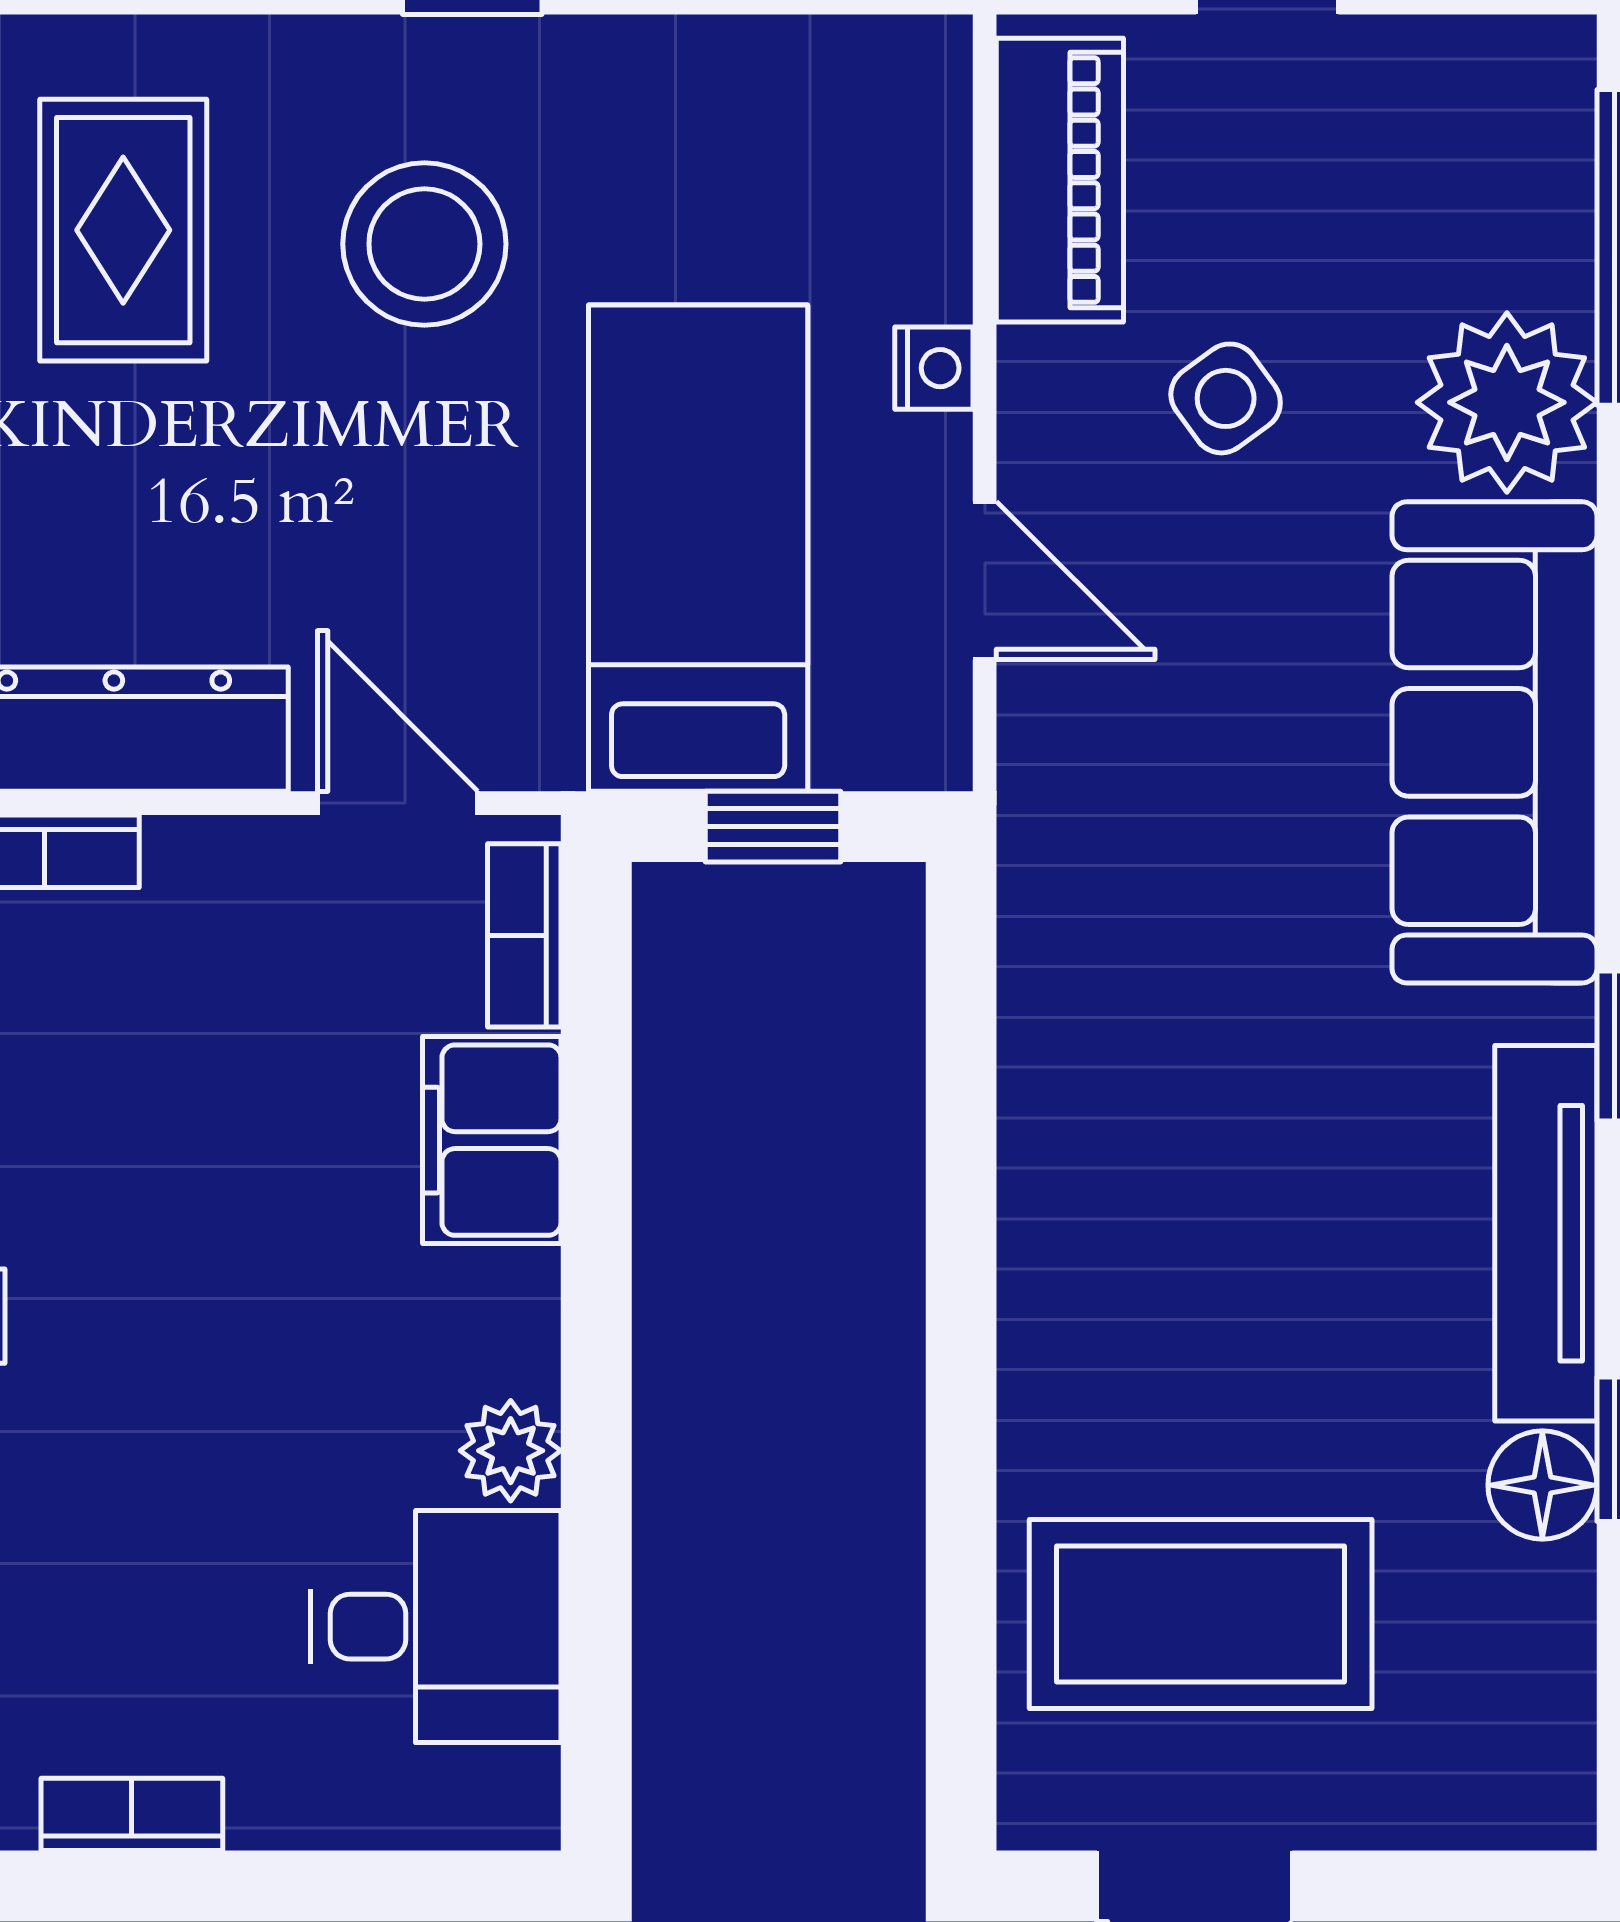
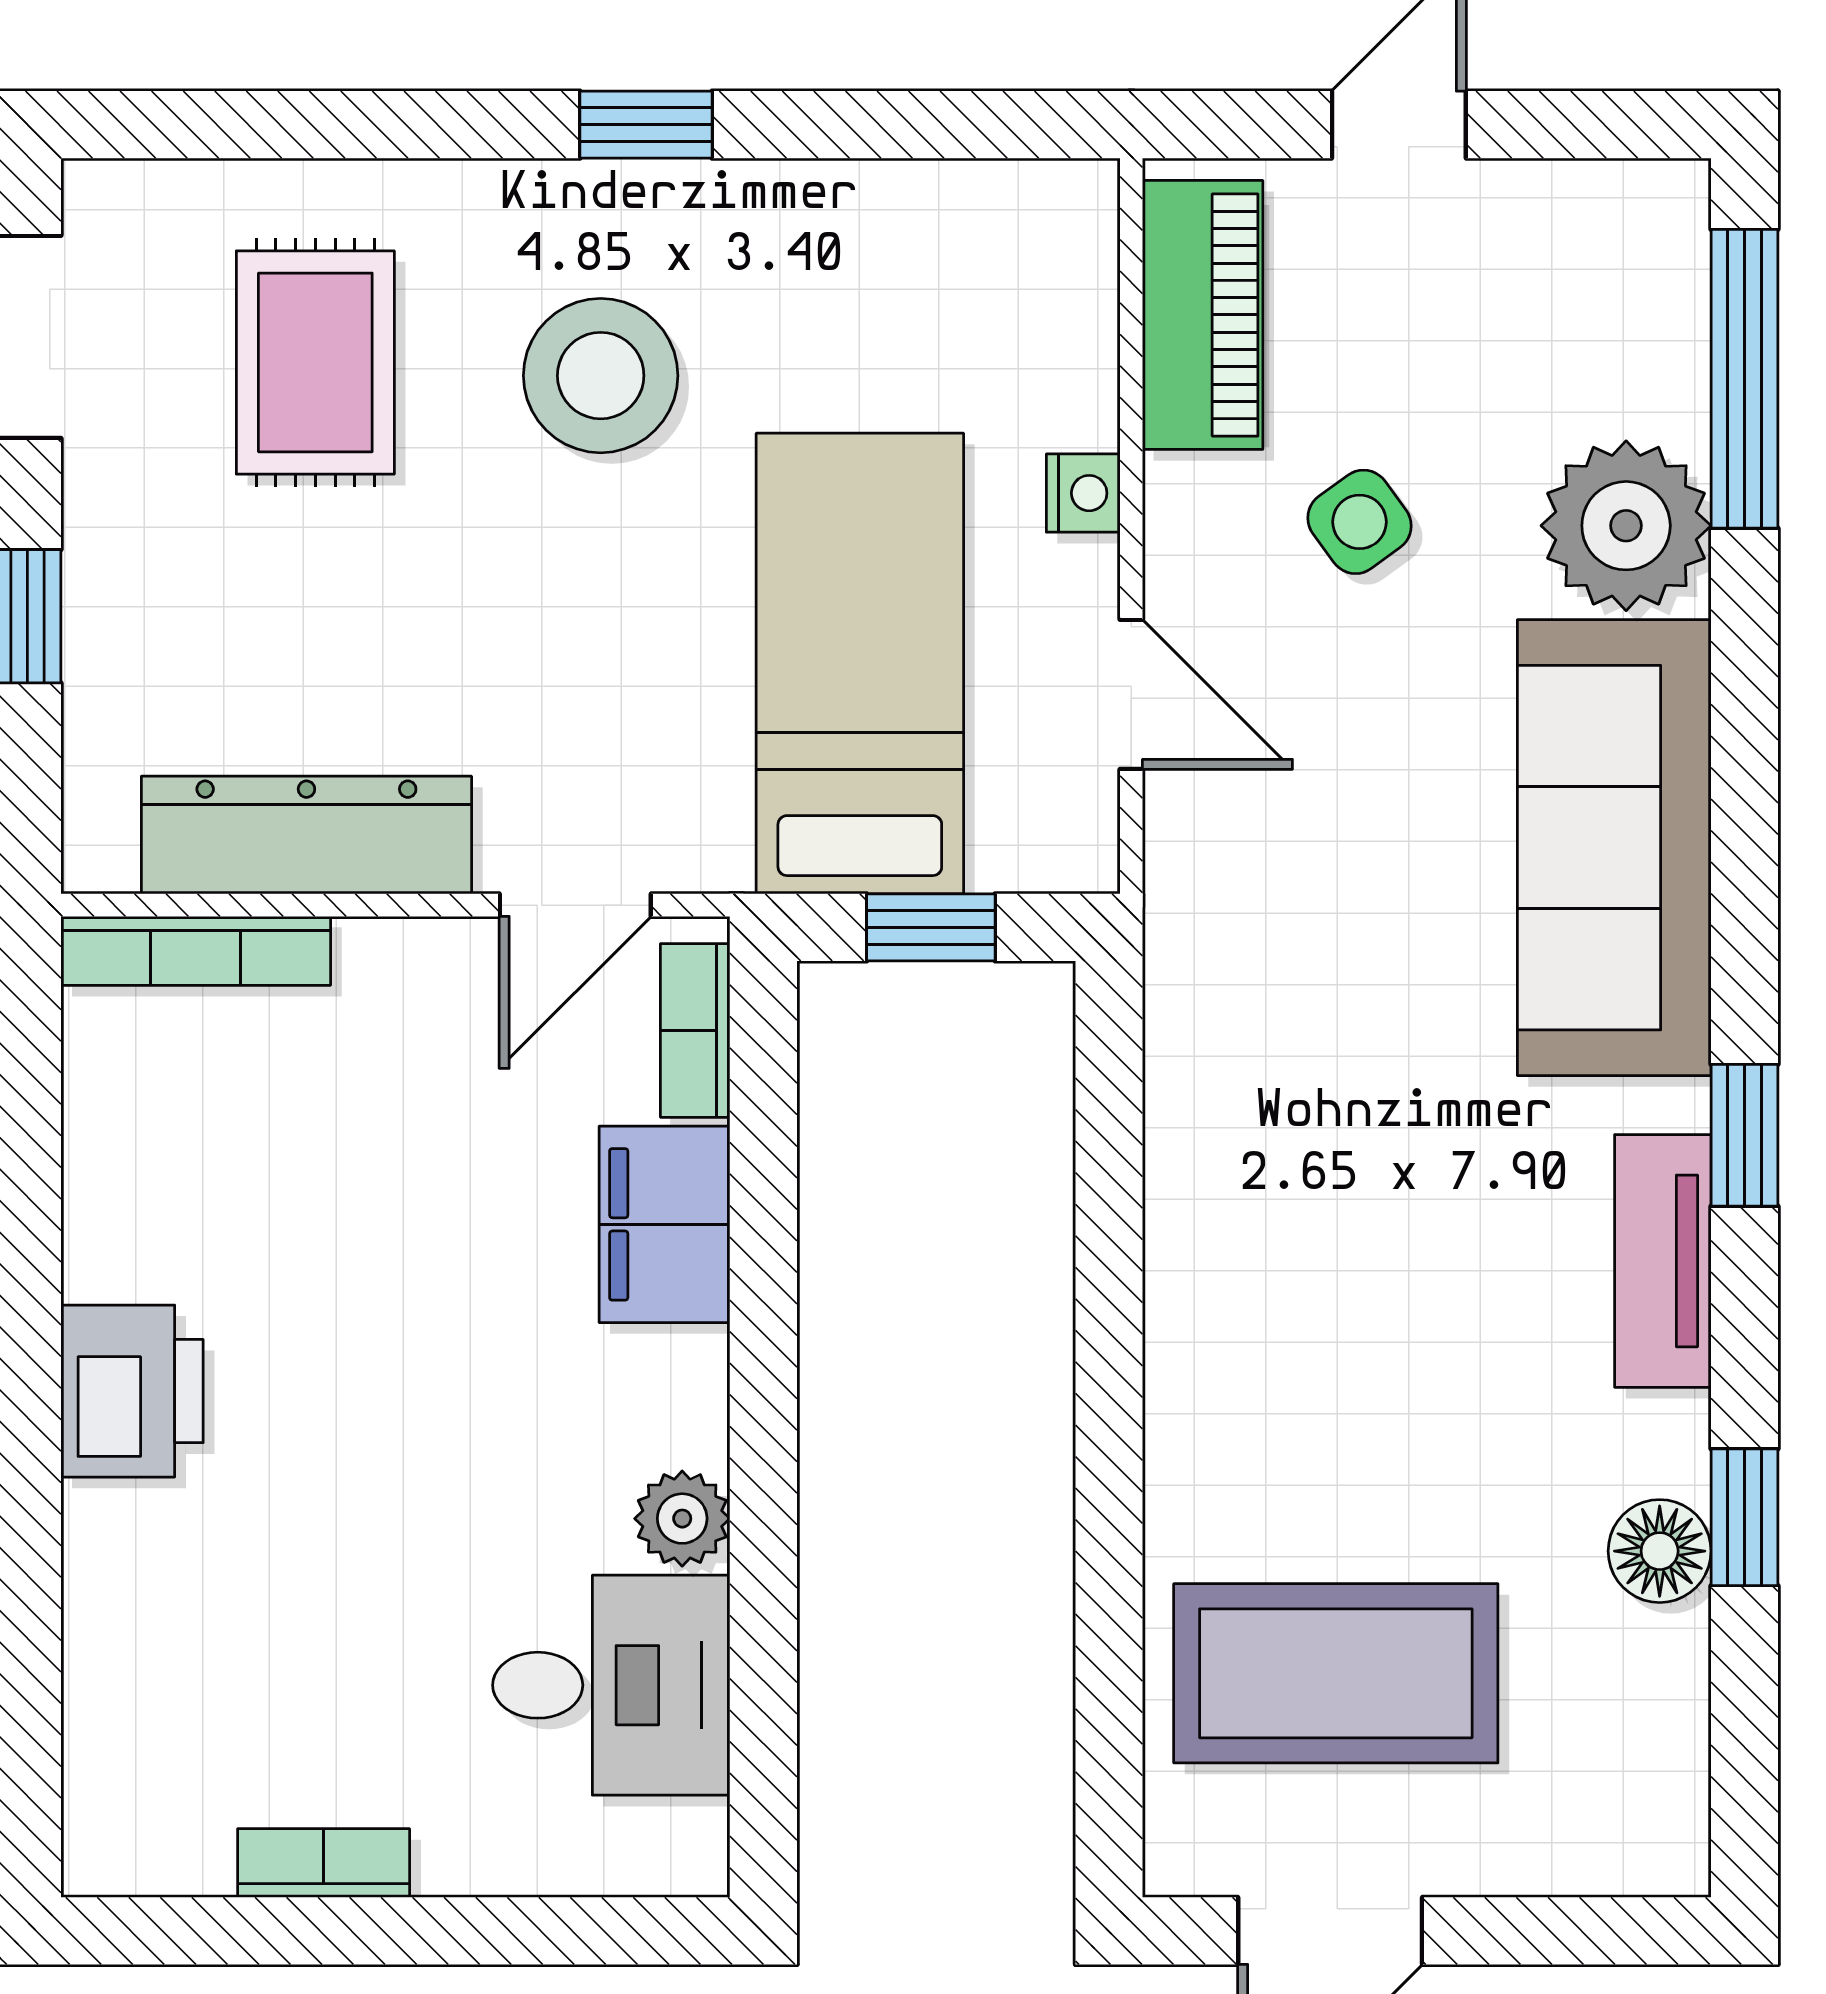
door: (398, 803) -> (575, 905), swing flipped
tv unit: (1546, 1233) -> (1663, 1261), width x0.71

